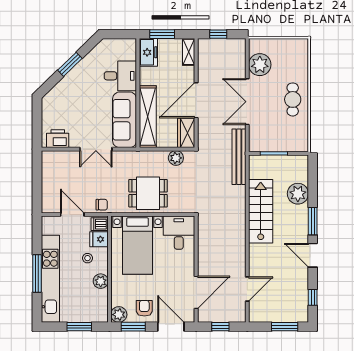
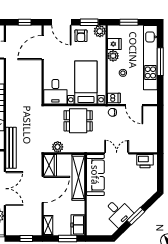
desk: (120, 76) -> (118, 212), moved, turned -134
fridge: (99, 239) -> (114, 44), moved

